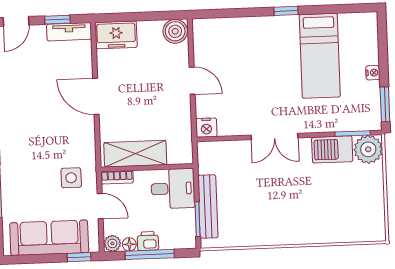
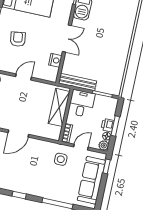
armchair: (253, 55) -> (18, 39), added
nightstand: (206, 128) -> (55, 60), moved
shelving: (135, 154) -> (59, 107), moved
bench: (208, 207) -> (78, 82), moved
window: (150, 254) -> (115, 126), width x0.69

